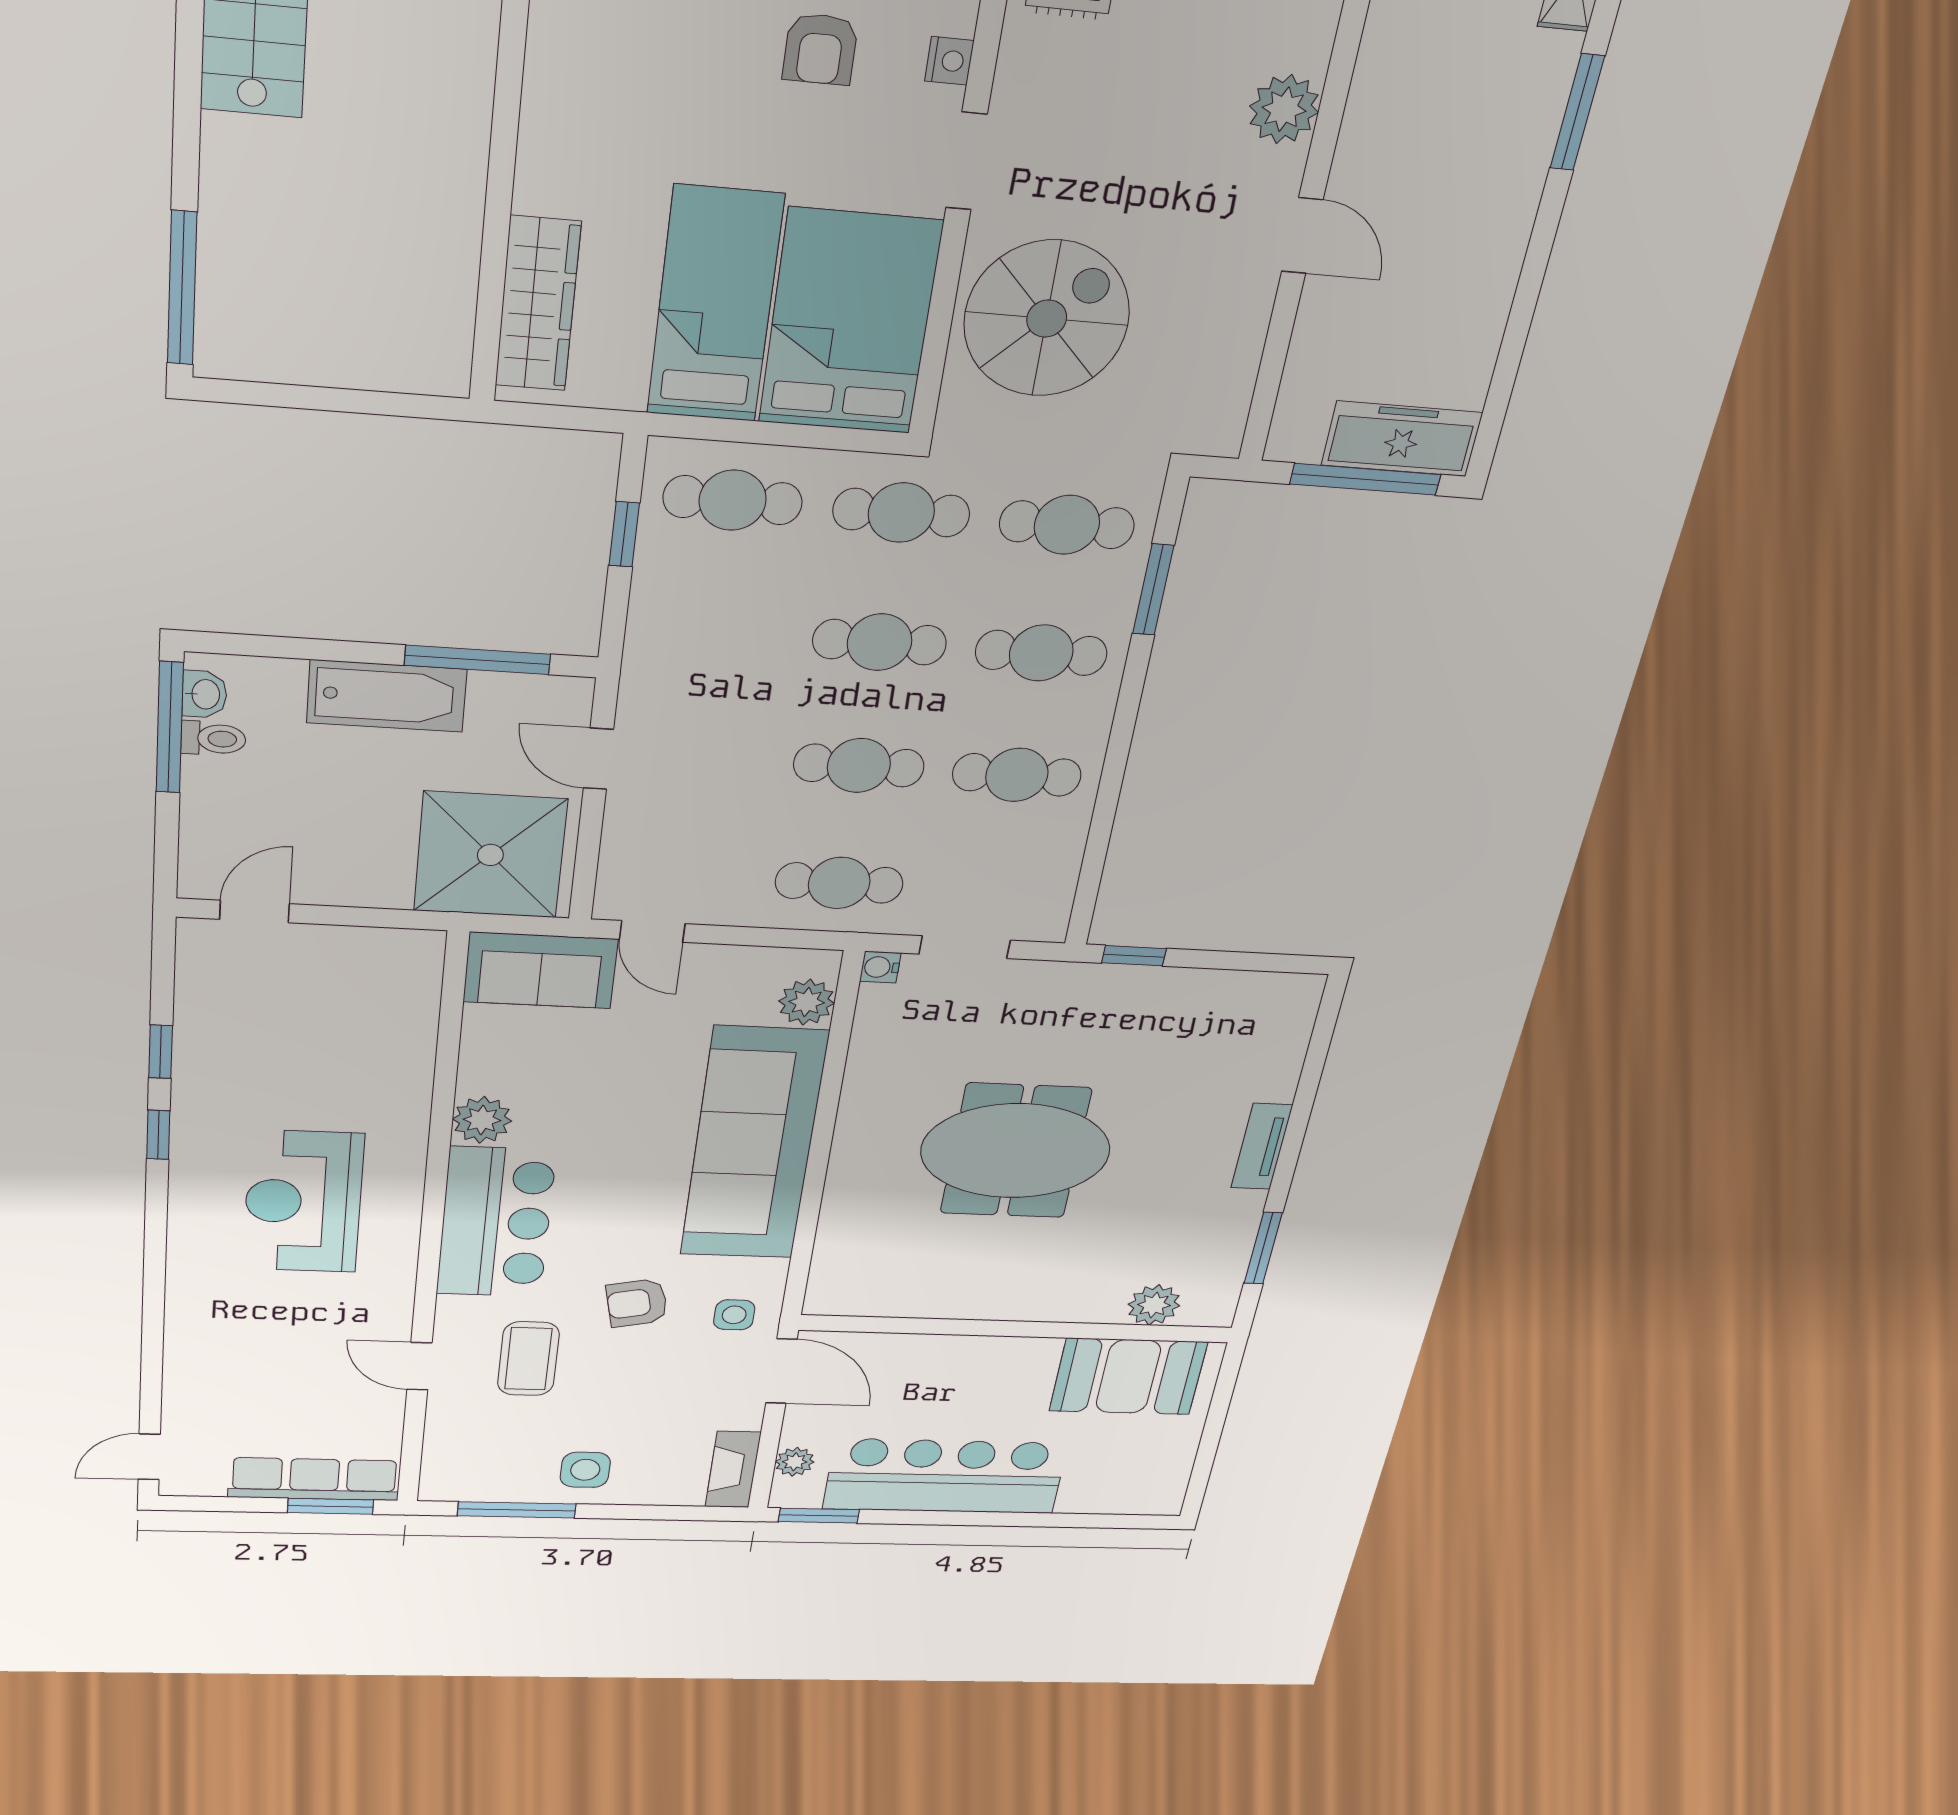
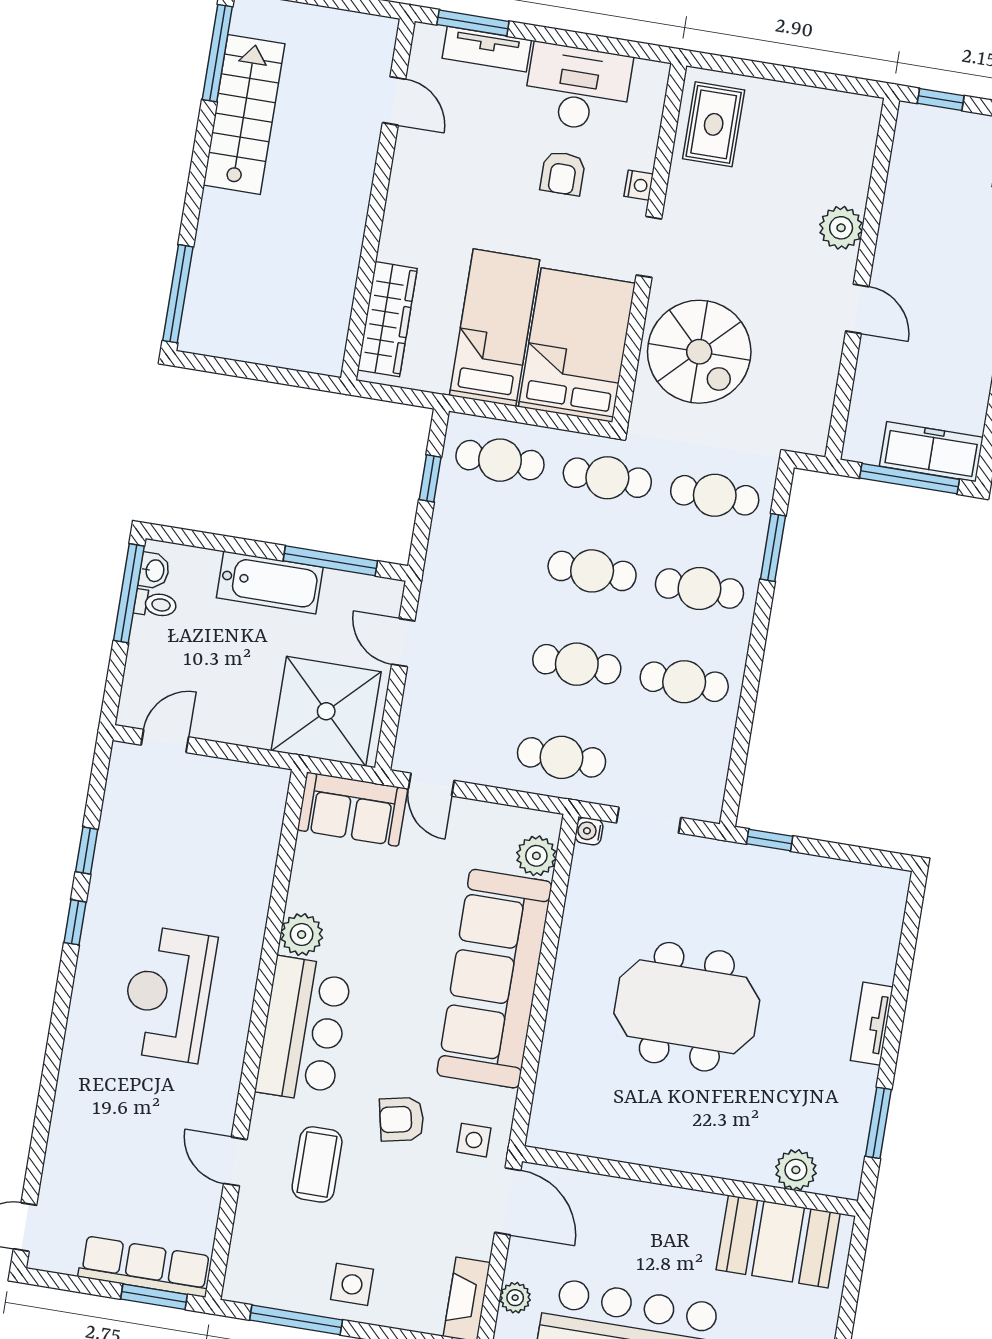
spiral stairs: (1047, 319) -> (699, 352), turned 90

